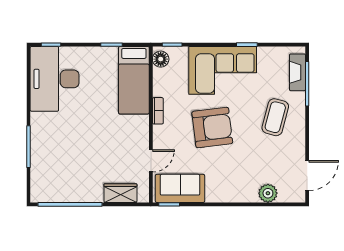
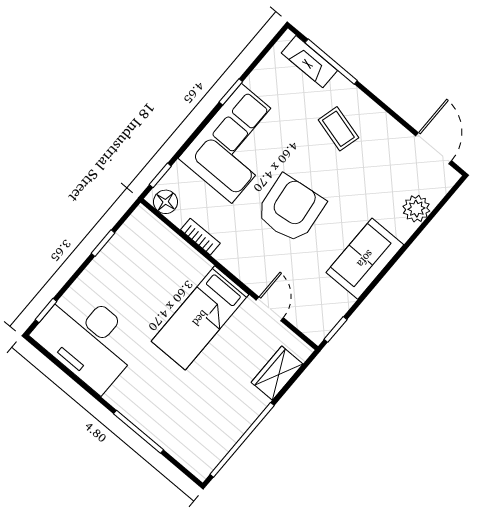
bed: (134, 80) -> (200, 318), moved, turned 90
bookcase: (158, 111) -> (200, 237), moved
coffee table: (275, 117) -> (338, 129), width x0.73, depth x0.77
sofa: (180, 188) -> (365, 259), moved

